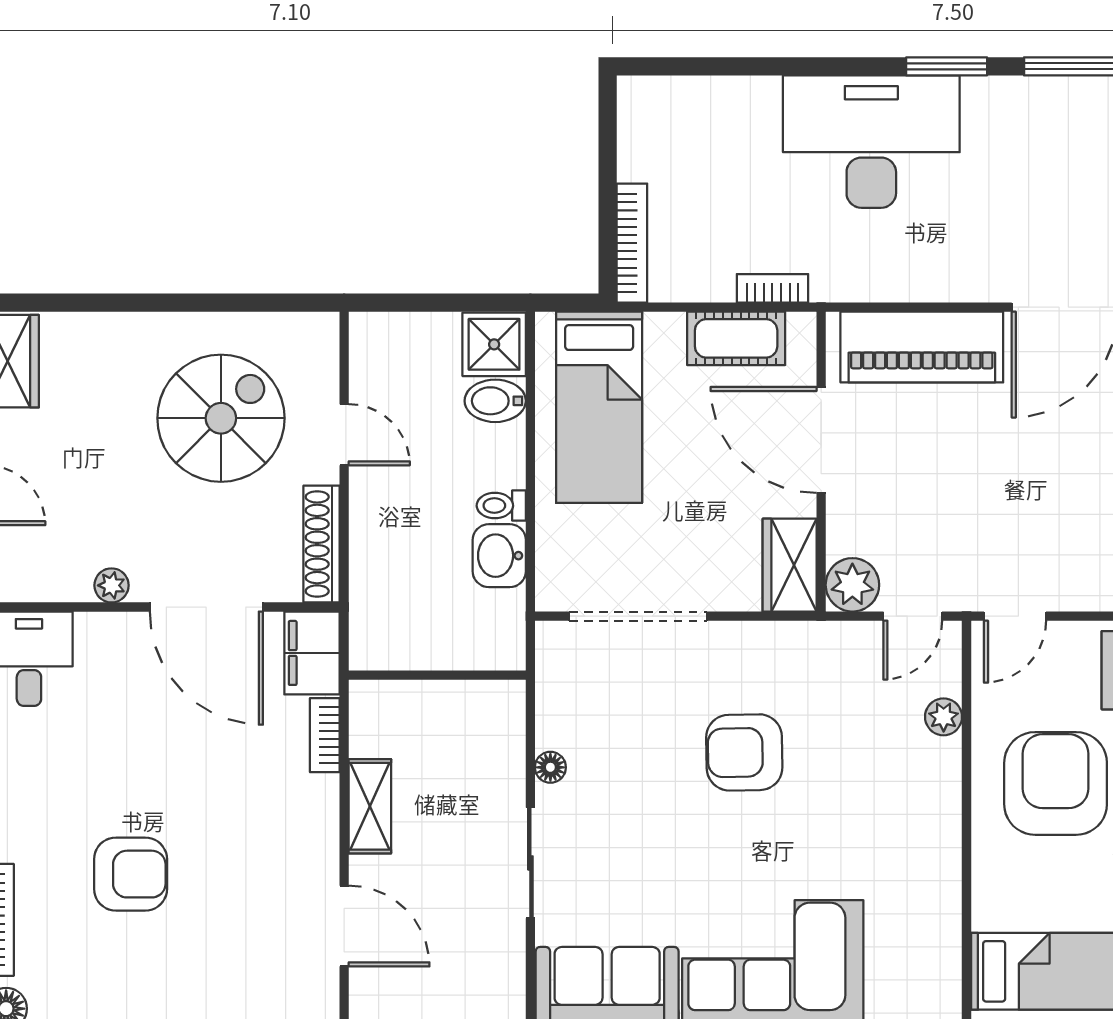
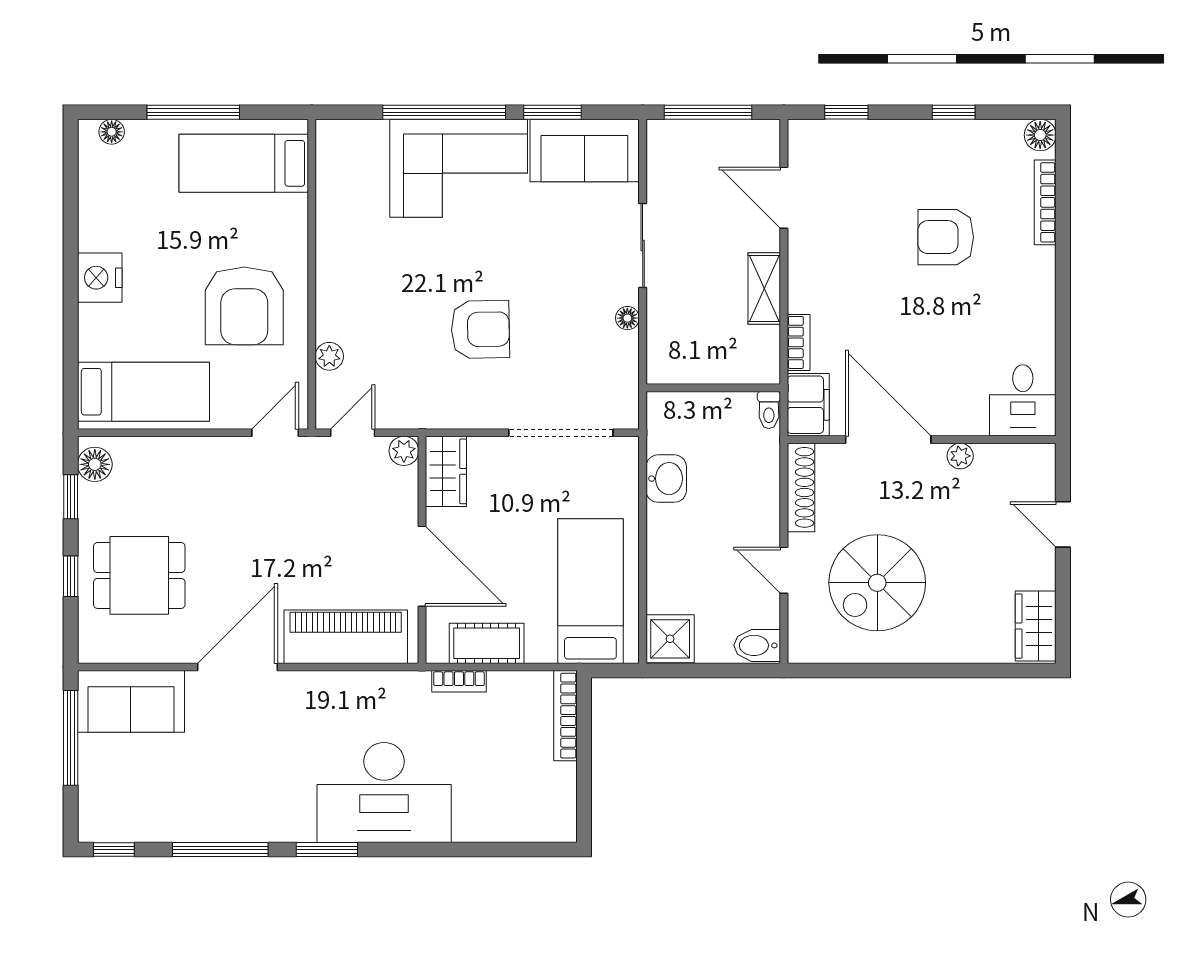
bidet: (495, 401) -> (757, 645), moved, turned 180
toilet: (501, 506) -> (769, 410), moved, turned 90
plant: (852, 585) -> (404, 451), width x0.73, depth x0.73

